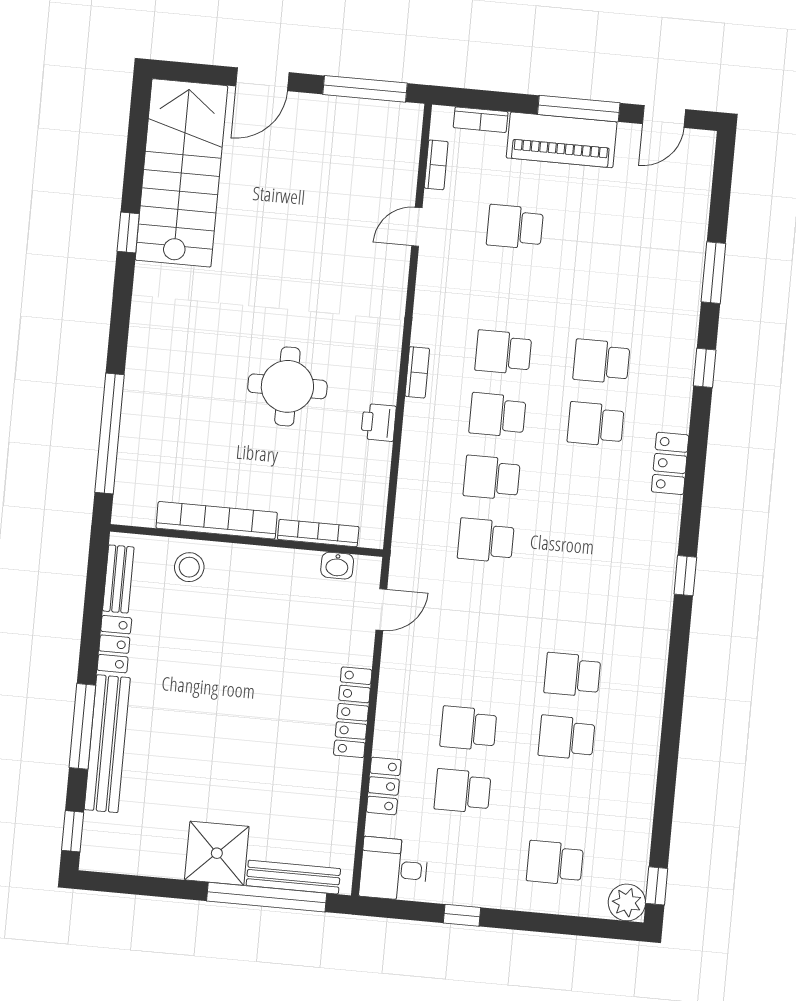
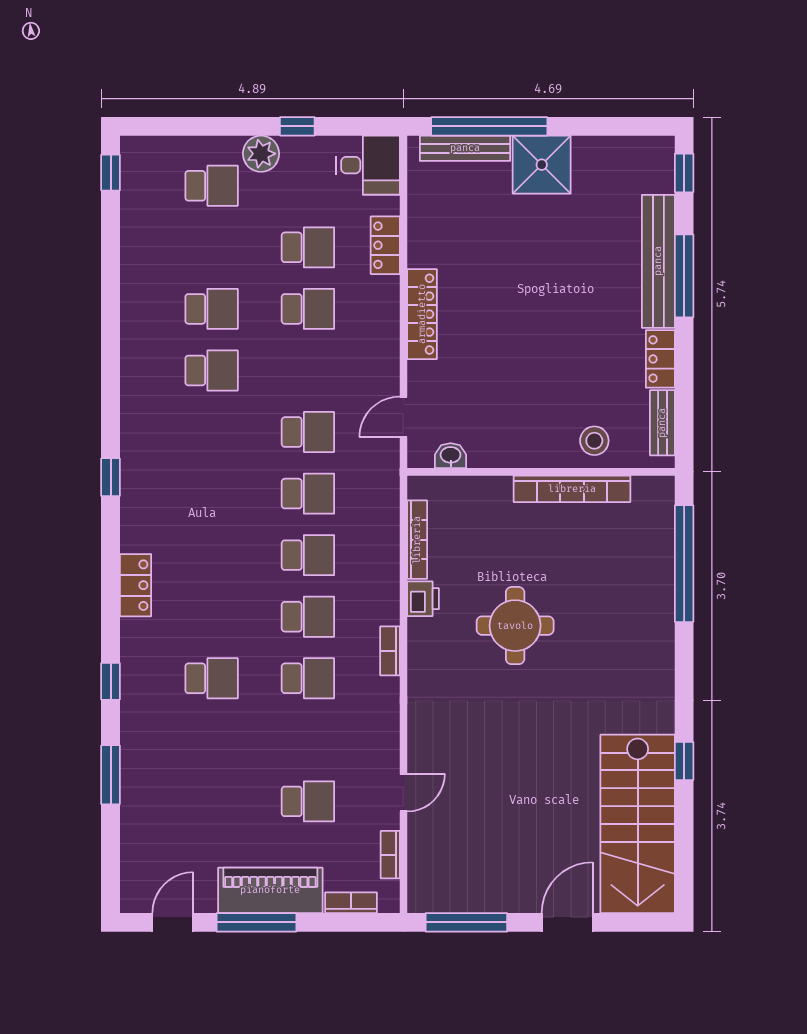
school desk: (596, 424) -> (308, 432), moved
bookcase: (318, 533) -> (417, 540), moved, turned -90
plant: (627, 902) -> (261, 154), moved

